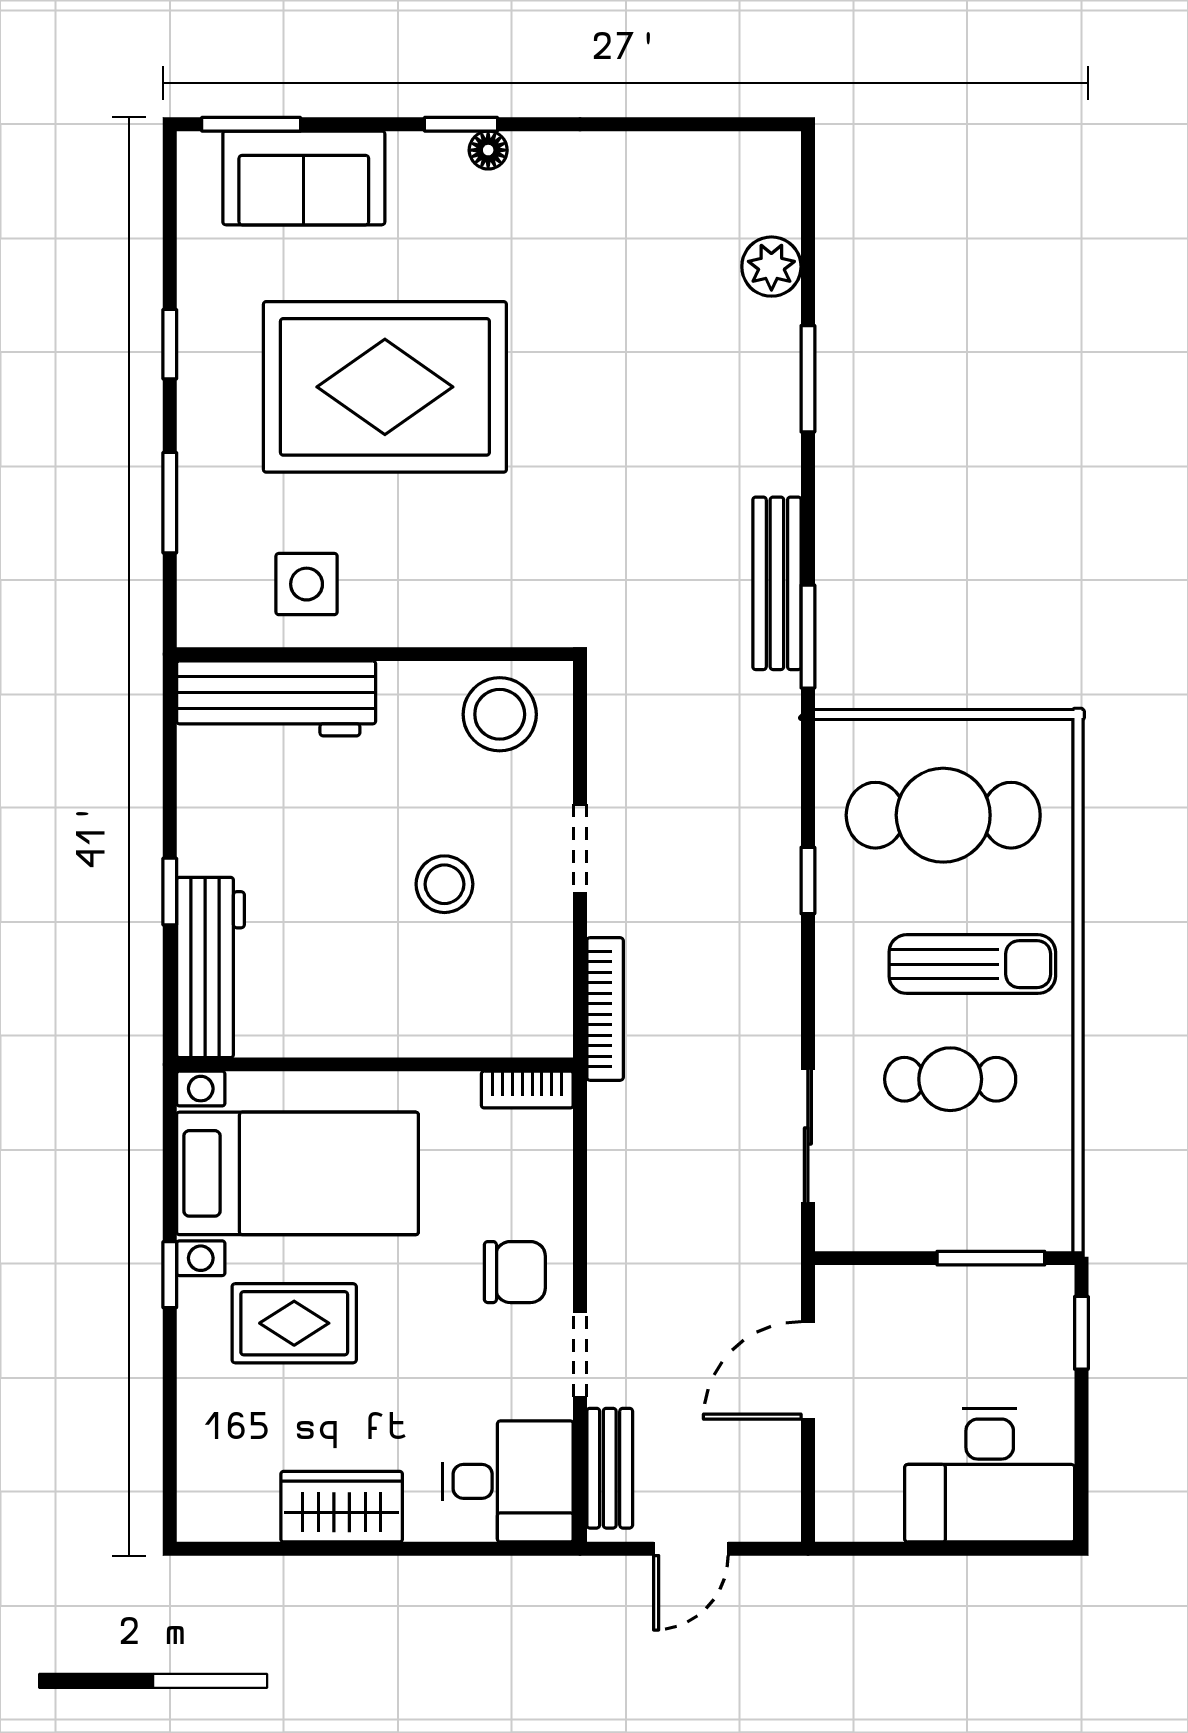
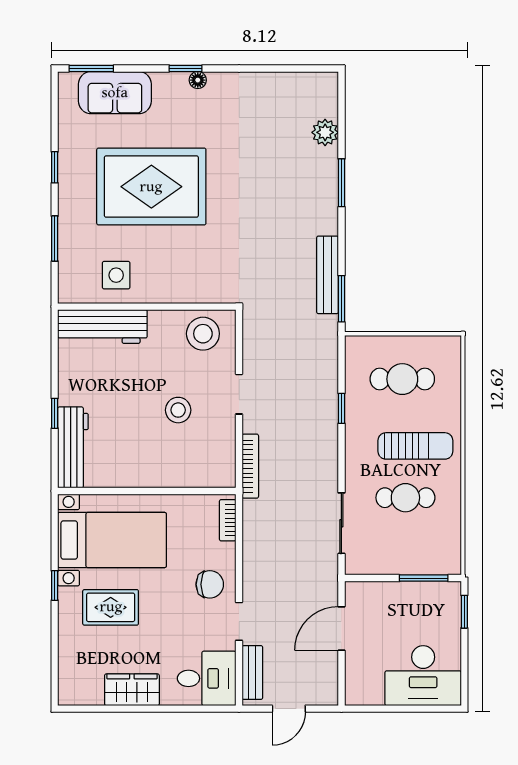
cafe table: (943, 815) -> (402, 379), width x0.73, depth x0.74
bookcase: (527, 1090) -> (228, 520), moved, turned 90

